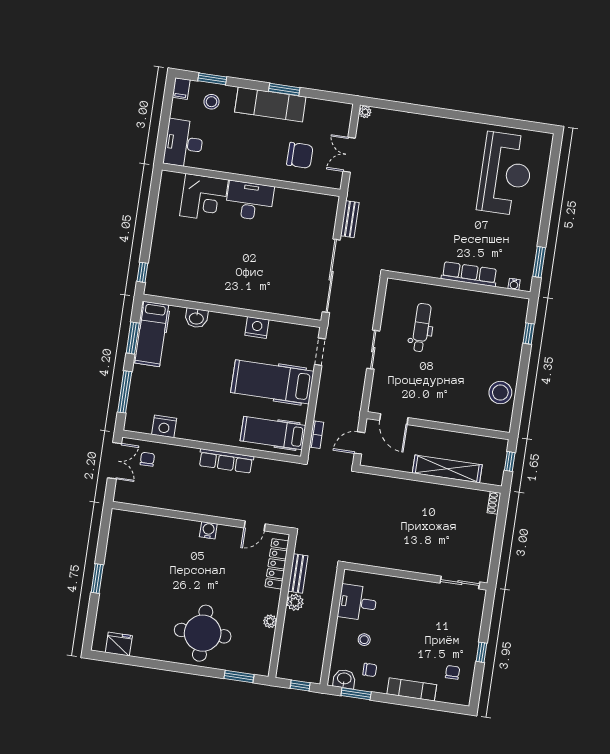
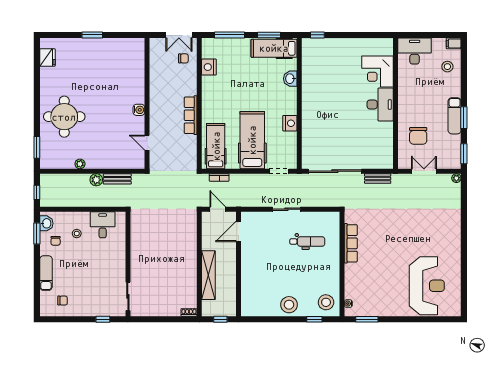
window: (212, 79) -> (464, 154), moved
exam couch: (270, 104) -> (455, 116), width x0.73, depth x0.69
reception desk: (506, 174) -> (427, 286), turned -90
row of seats: (469, 274) -> (351, 243), moved
stool: (508, 314) -> (326, 302), added
stool: (500, 393) -> (289, 305), moved
locker: (277, 564) -> (122, 163), removed
window: (482, 652) -> (103, 319), moved

